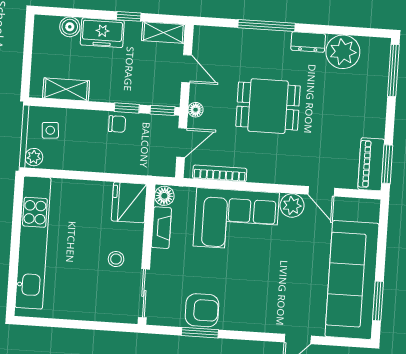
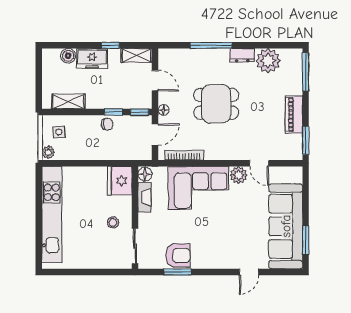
piano: (371, 164) -> (294, 115), moved

